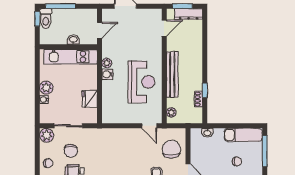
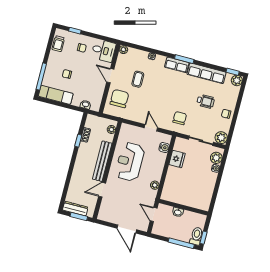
door: (164, 28) -> (102, 190), moved
door: (100, 30) -> (154, 214), hinge flipped
kitchen unit: (71, 57) -> (184, 198), removed
water cooler: (107, 74) -> (164, 148), moved
plant: (46, 88) -> (216, 158), moved
door: (149, 126) -> (151, 128), moved
chair: (171, 149) -> (119, 99), turned 180
chair: (71, 151) -> (180, 118), moved

